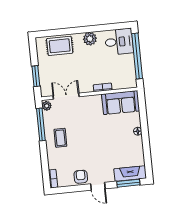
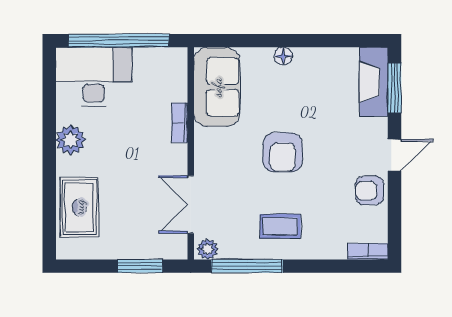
desk: (119, 42) -> (94, 77), width x1.37
armchair: (94, 135) -> (283, 152), added

